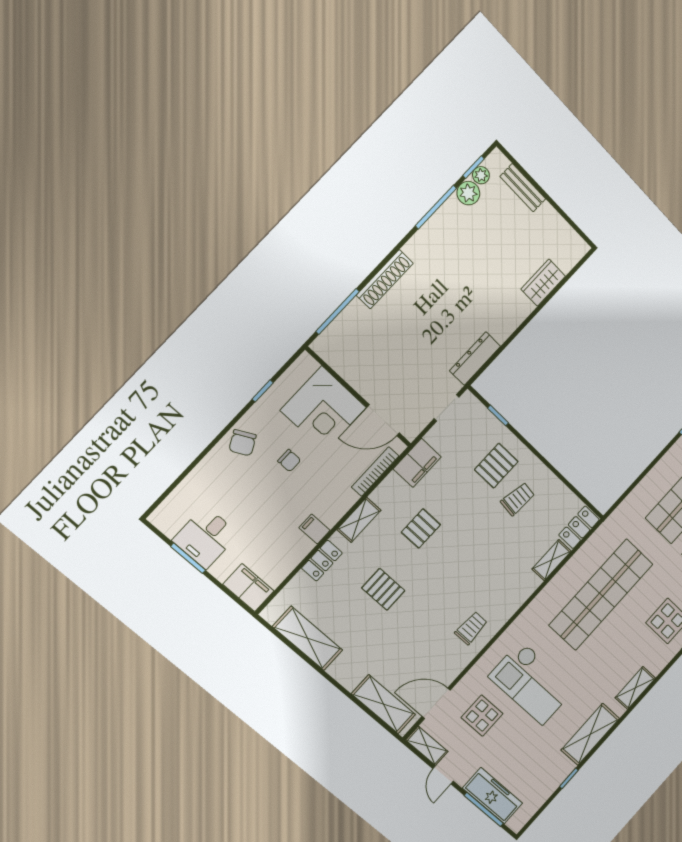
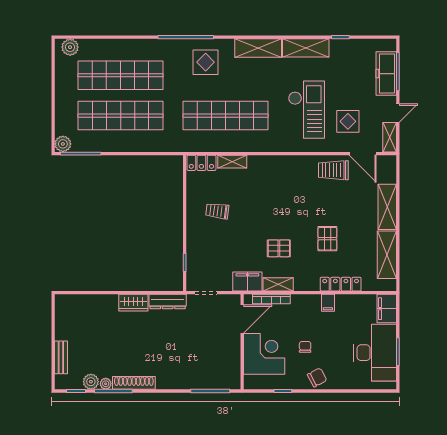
plant: (481, 175) -> (106, 384), moved
shoe rack: (385, 279) -> (134, 383), moved
wardrobe: (543, 283) -> (133, 303), moved
door: (383, 420) -> (242, 319), hinge flipped
pallet: (496, 466) -> (211, 239), removed
shelving: (359, 520) -> (278, 284), moved
desk: (206, 537) -> (375, 353), width x1.87, depth x1.30
locker: (322, 561) -> (341, 284), width x1.53
trolley: (471, 628) -> (333, 170), moved, width x1.36, depth x1.39
shelving: (635, 688) -> (258, 48), width x1.50, depth x1.33
shelving: (383, 704) -> (387, 207), moved

